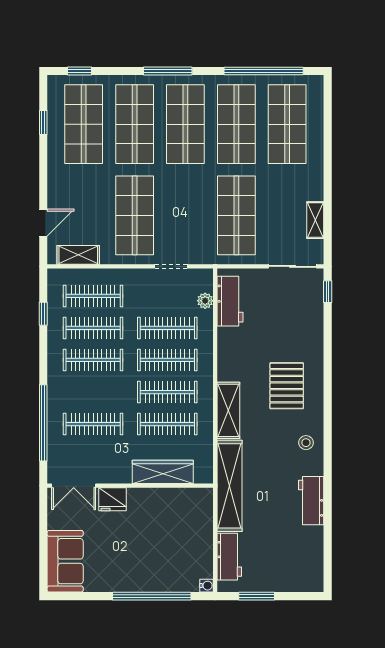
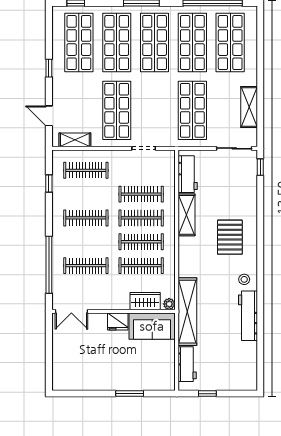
window: (43, 123) -> (49, 68), moved
shelving: (315, 220) -> (249, 107), width x1.50, depth x1.33
door: (43, 223) -> (49, 116), swing flipped
plant: (205, 301) -> (169, 304), moved
clothes rail: (93, 328) -> (86, 194), removed
shelving: (228, 410) -> (186, 215), moved
wardrobe: (163, 472) -> (145, 301), width x0.67
fridge: (112, 499) -> (118, 321), moved
workbench: (311, 501) -> (248, 316), width x1.38
sofa: (65, 561) -> (152, 326), moved, turned 90
water cooler: (206, 586) -> (170, 386), removed
window: (152, 596) -> (130, 394), width x0.47
window: (257, 596) -> (207, 394), width x0.67

